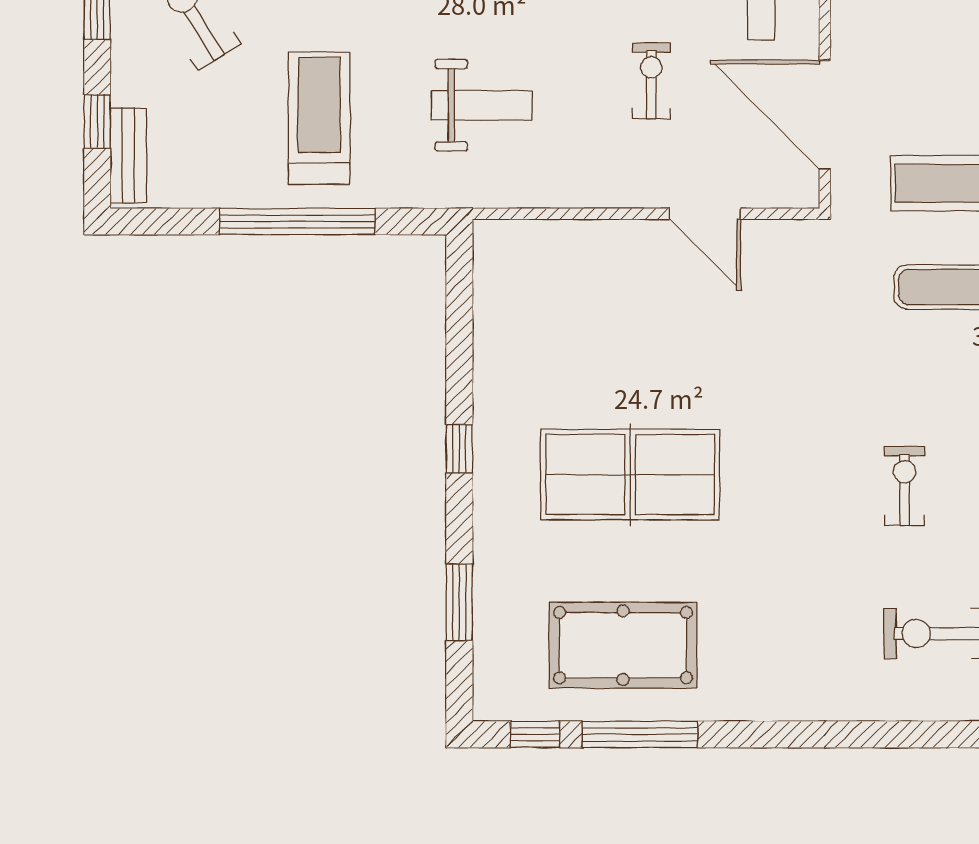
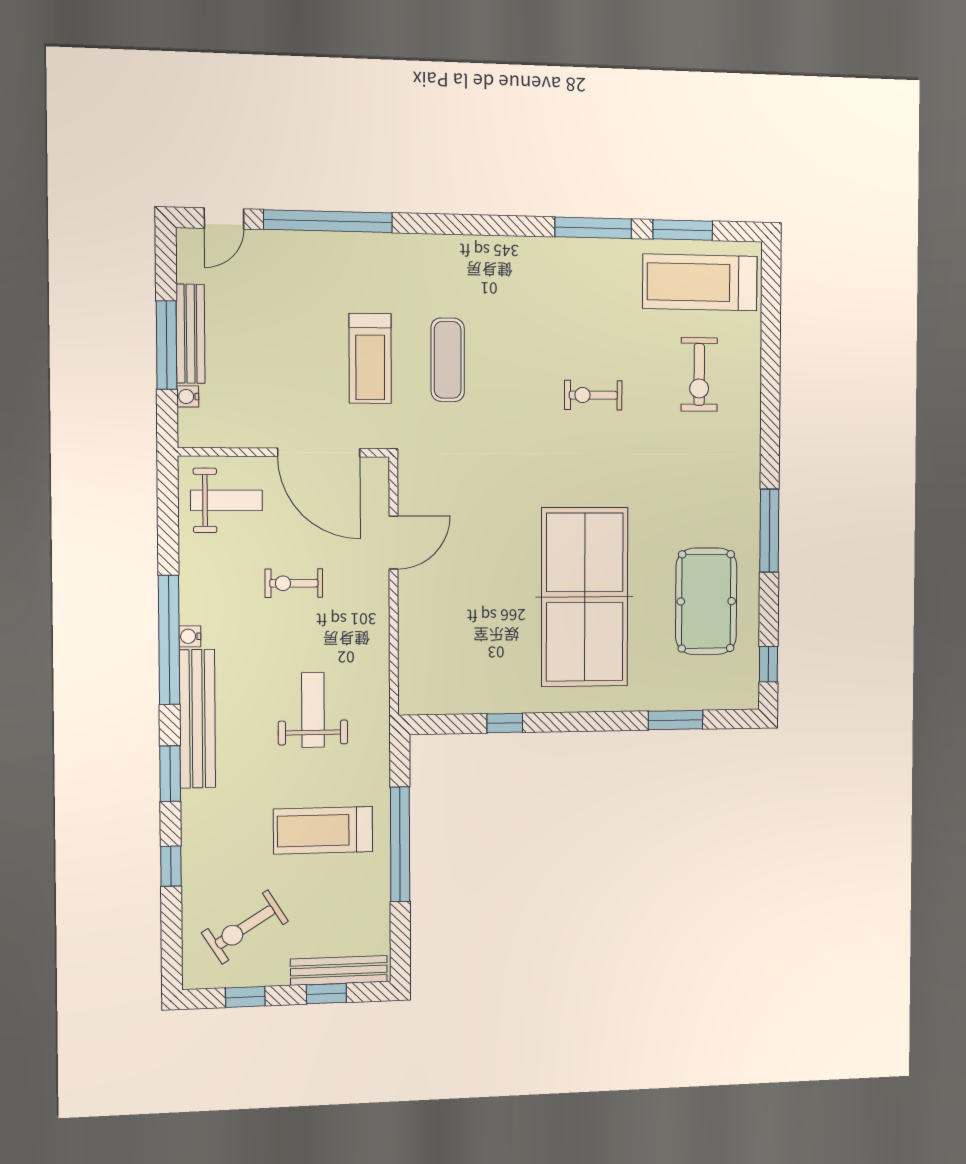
door: (825, 115) -> (319, 453), hinge flipped
bench: (128, 156) -> (339, 970), width x1.36
window: (459, 449) -> (505, 723), moved
table tennis table: (630, 475) -> (585, 597), width x1.36, depth x1.32
window: (640, 734) -> (769, 531), moved

